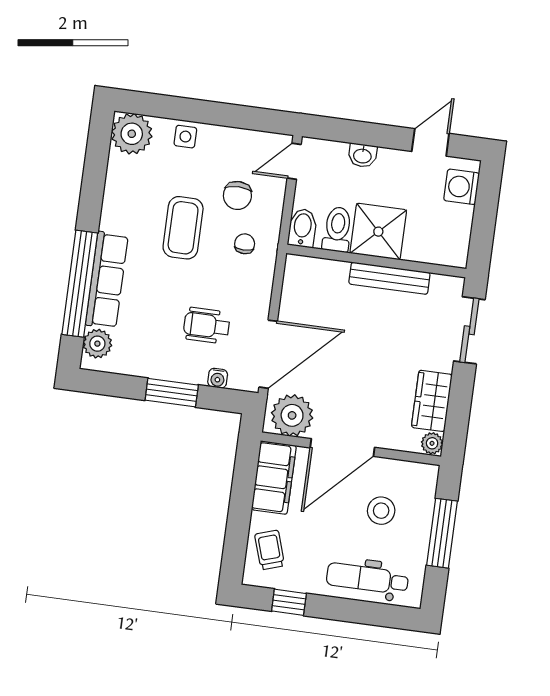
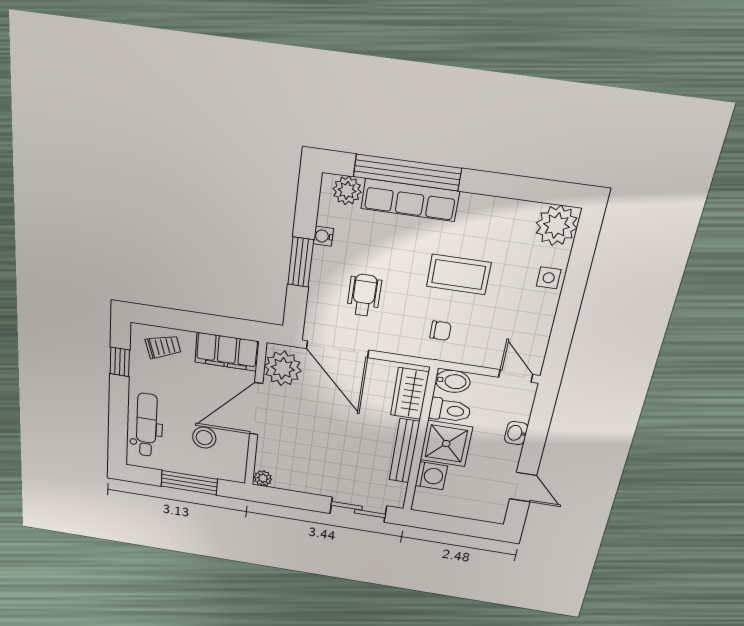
washing machine: (461, 187) -> (431, 476), moved, turned 90
chair: (237, 195) -> (487, 325), removed
water cooler: (218, 378) -> (323, 236), moved
wardrobe: (432, 401) -> (410, 394), moved, turned -90
door: (342, 448) -> (256, 409), hinge flipped

